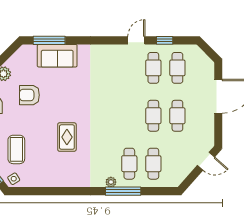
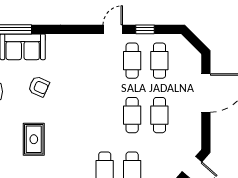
armchair: (71, 91) -> (39, 87), added

